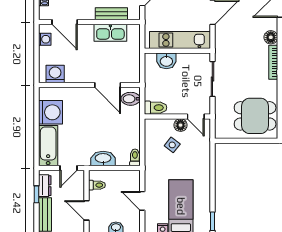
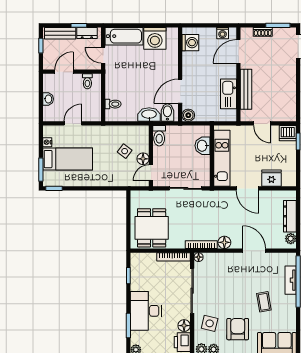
bench: (111, 14) -> (246, 89), width x1.36
boiler: (133, 76) -> (188, 115), added
toilet: (135, 157) -> (113, 104), moved
washbasin: (103, 159) -> (149, 115), moved, turned -90

